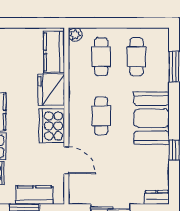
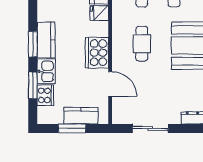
fridge: (51, 90) -> (99, 13), width x0.53, depth x0.75

